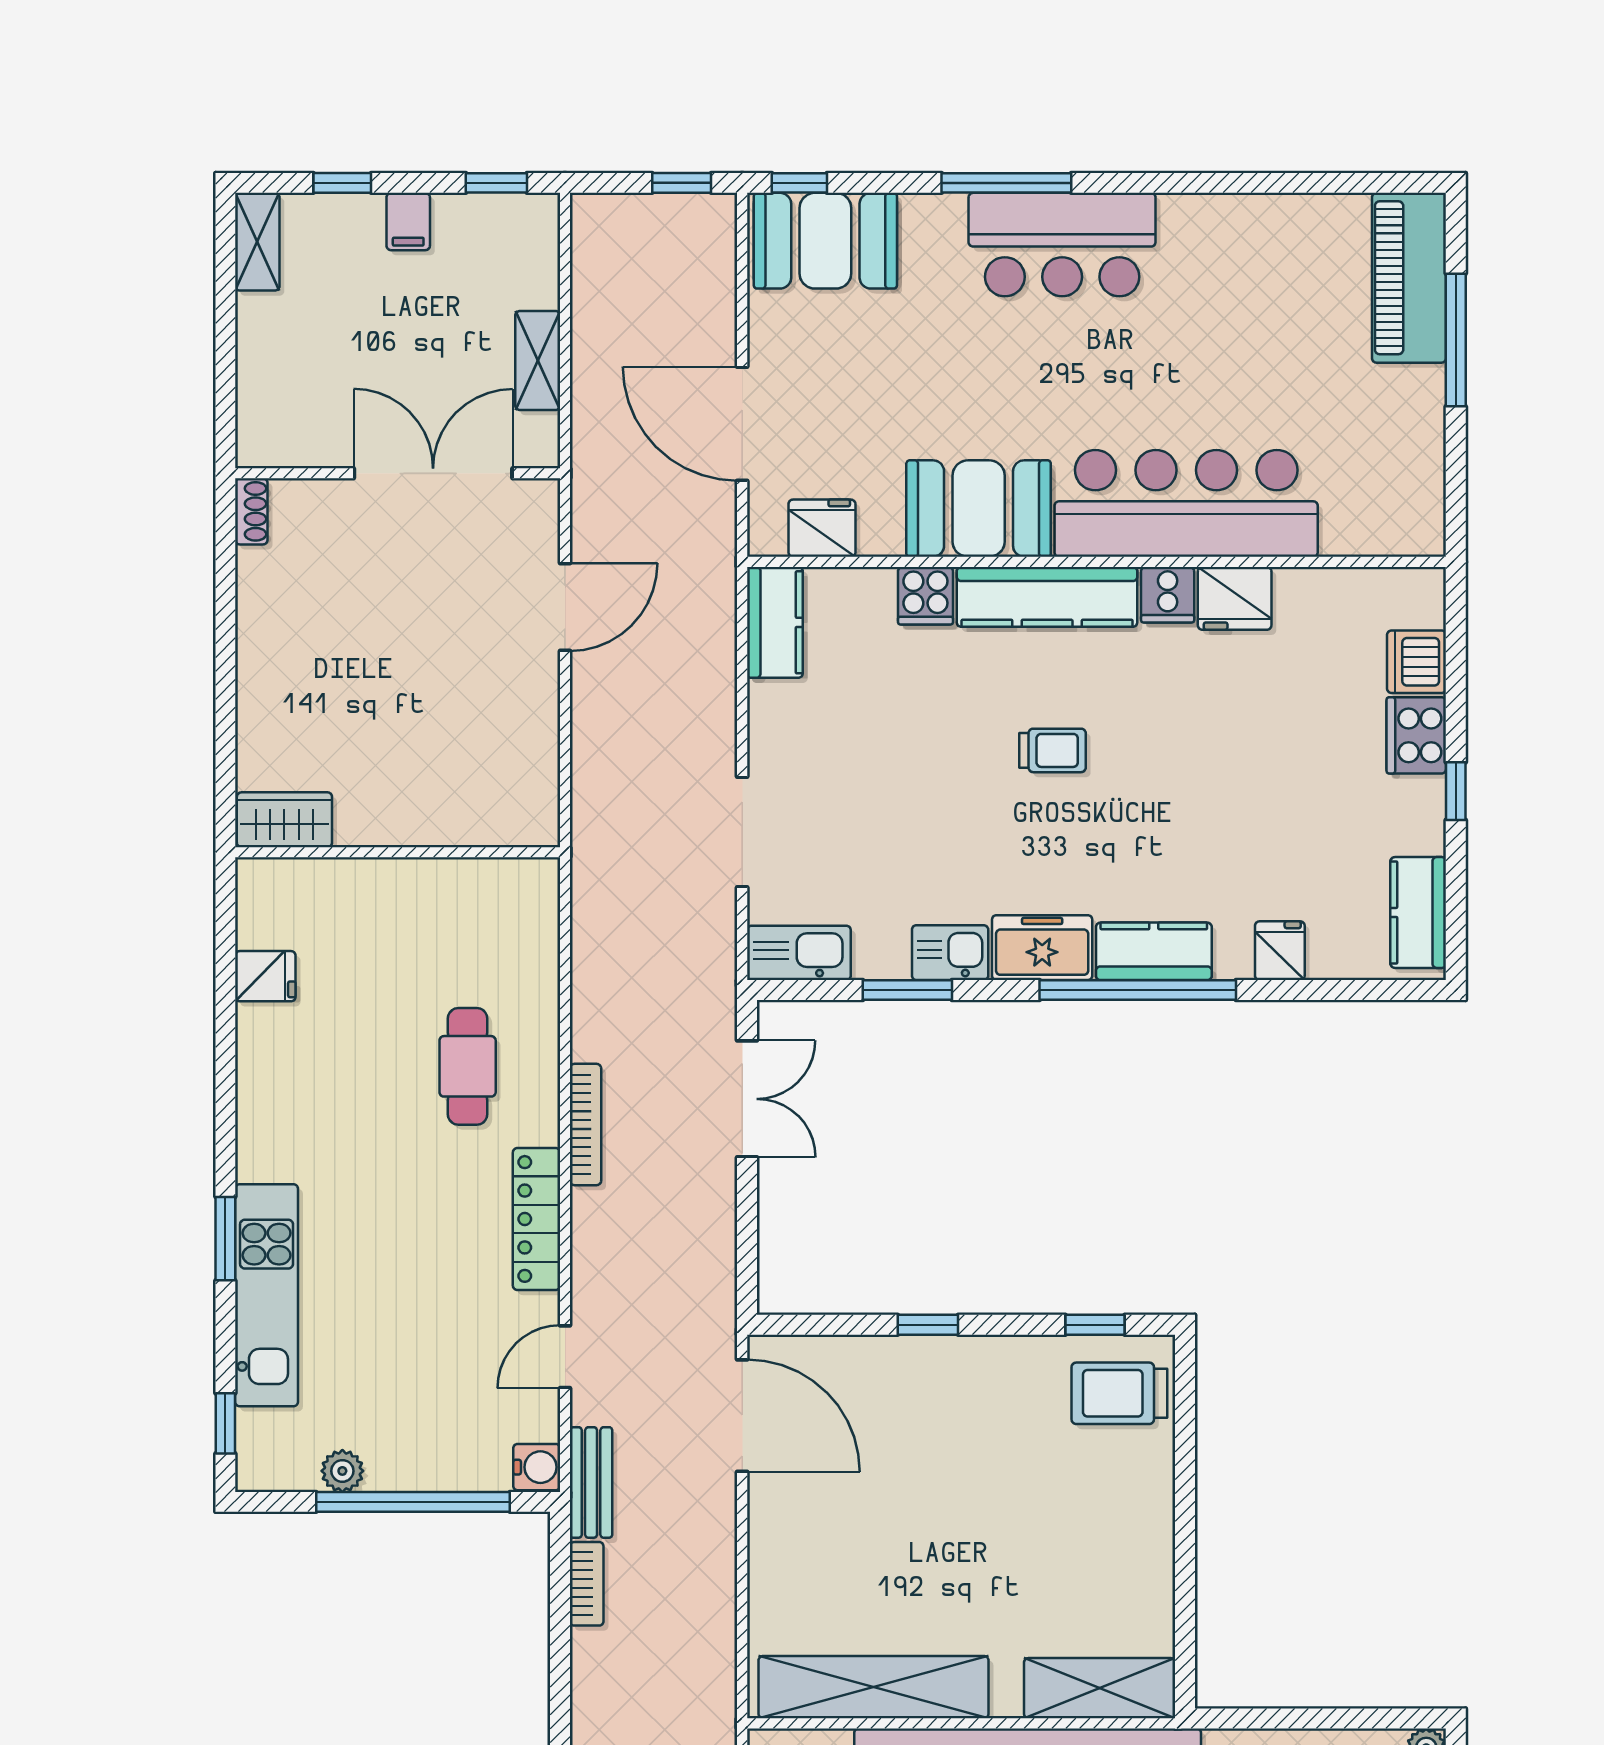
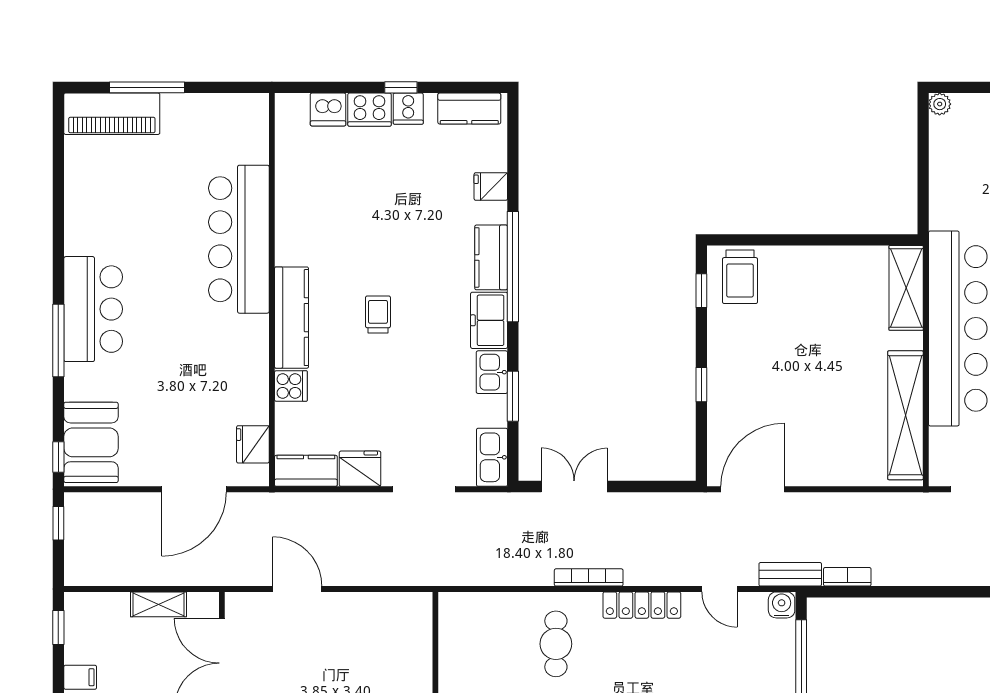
booth: (979, 509) -> (242, 356), removed
cooker: (1168, 595) -> (408, 109), moved, turned 90
fridge: (1235, 598) -> (360, 469), moved, turned -90
cafe table: (468, 1066) -> (556, 644), turned 90

